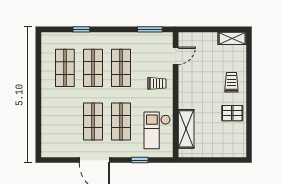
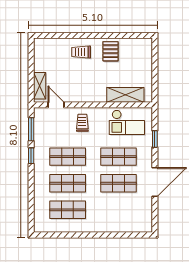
window: (81, 29) -> (31, 156), moved
shelving: (232, 38) -> (40, 86), moved

